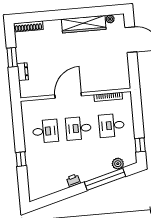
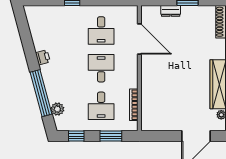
door: (68, 95) -> (139, 39), moved
window: (137, 115) -> (111, 136), added
desk: (112, 125) -> (101, 106), turned 180

